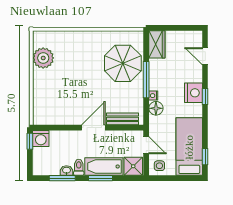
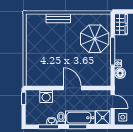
plant: (43, 58) -> (34, 35), removed
bench: (122, 119) -> (58, 18), moved
door: (93, 128) -> (72, 88), hinge flipped
washing machine: (41, 138) -> (46, 96), moved

